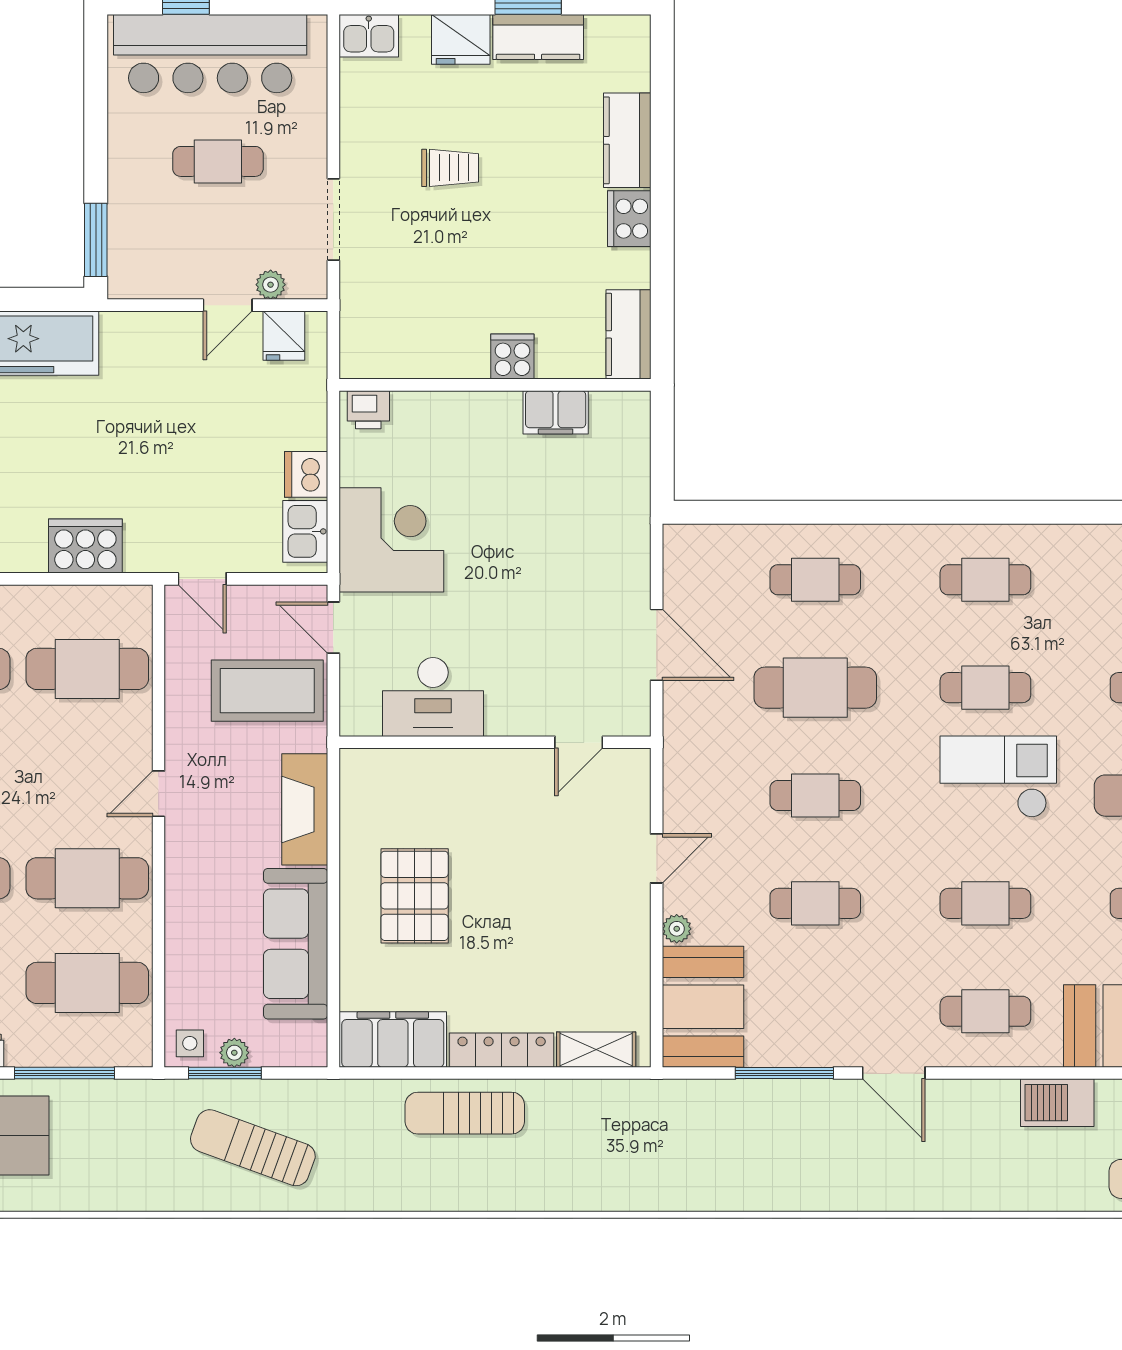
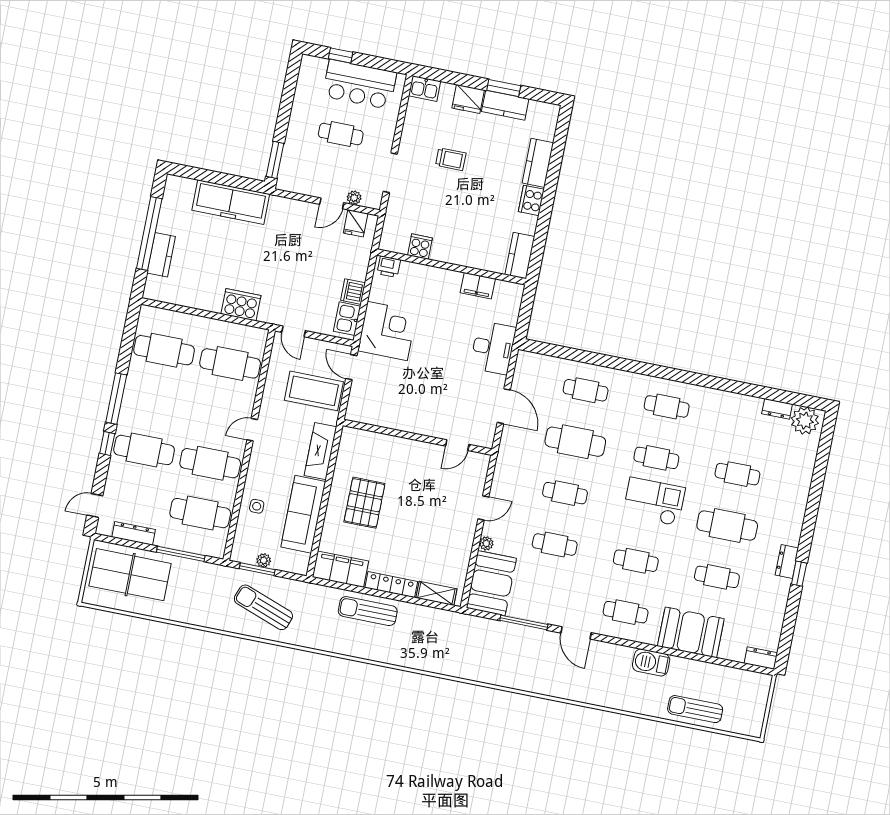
bar counter: (210, 54) -> (360, 84), width x0.73
cooker: (512, 357) -> (420, 247), moved
desk: (433, 697) -> (493, 348), moved, turned -90
side table: (190, 1043) -> (257, 506), moved

